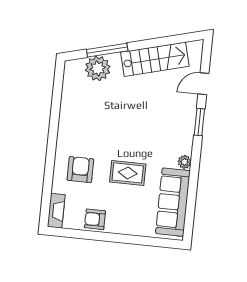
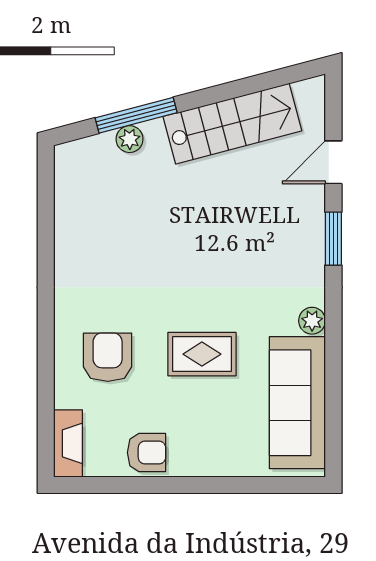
plant: (98, 68) -> (130, 139), width x0.53, depth x0.53
armchair: (95, 219) -> (147, 453), turned 180

